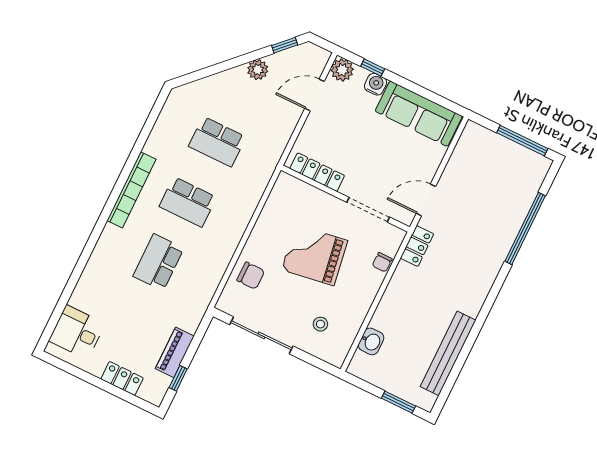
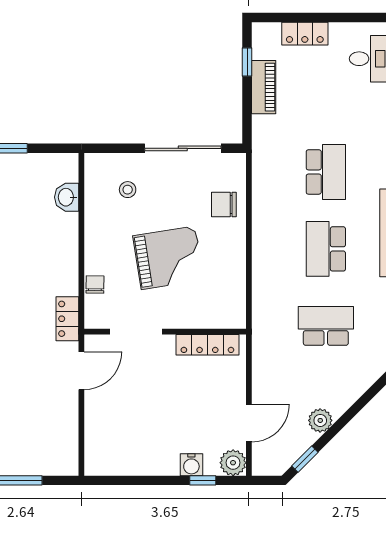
sofa: (419, 114) -> (132, 456), removed
school desk: (188, 202) -> (326, 249), turned -90

